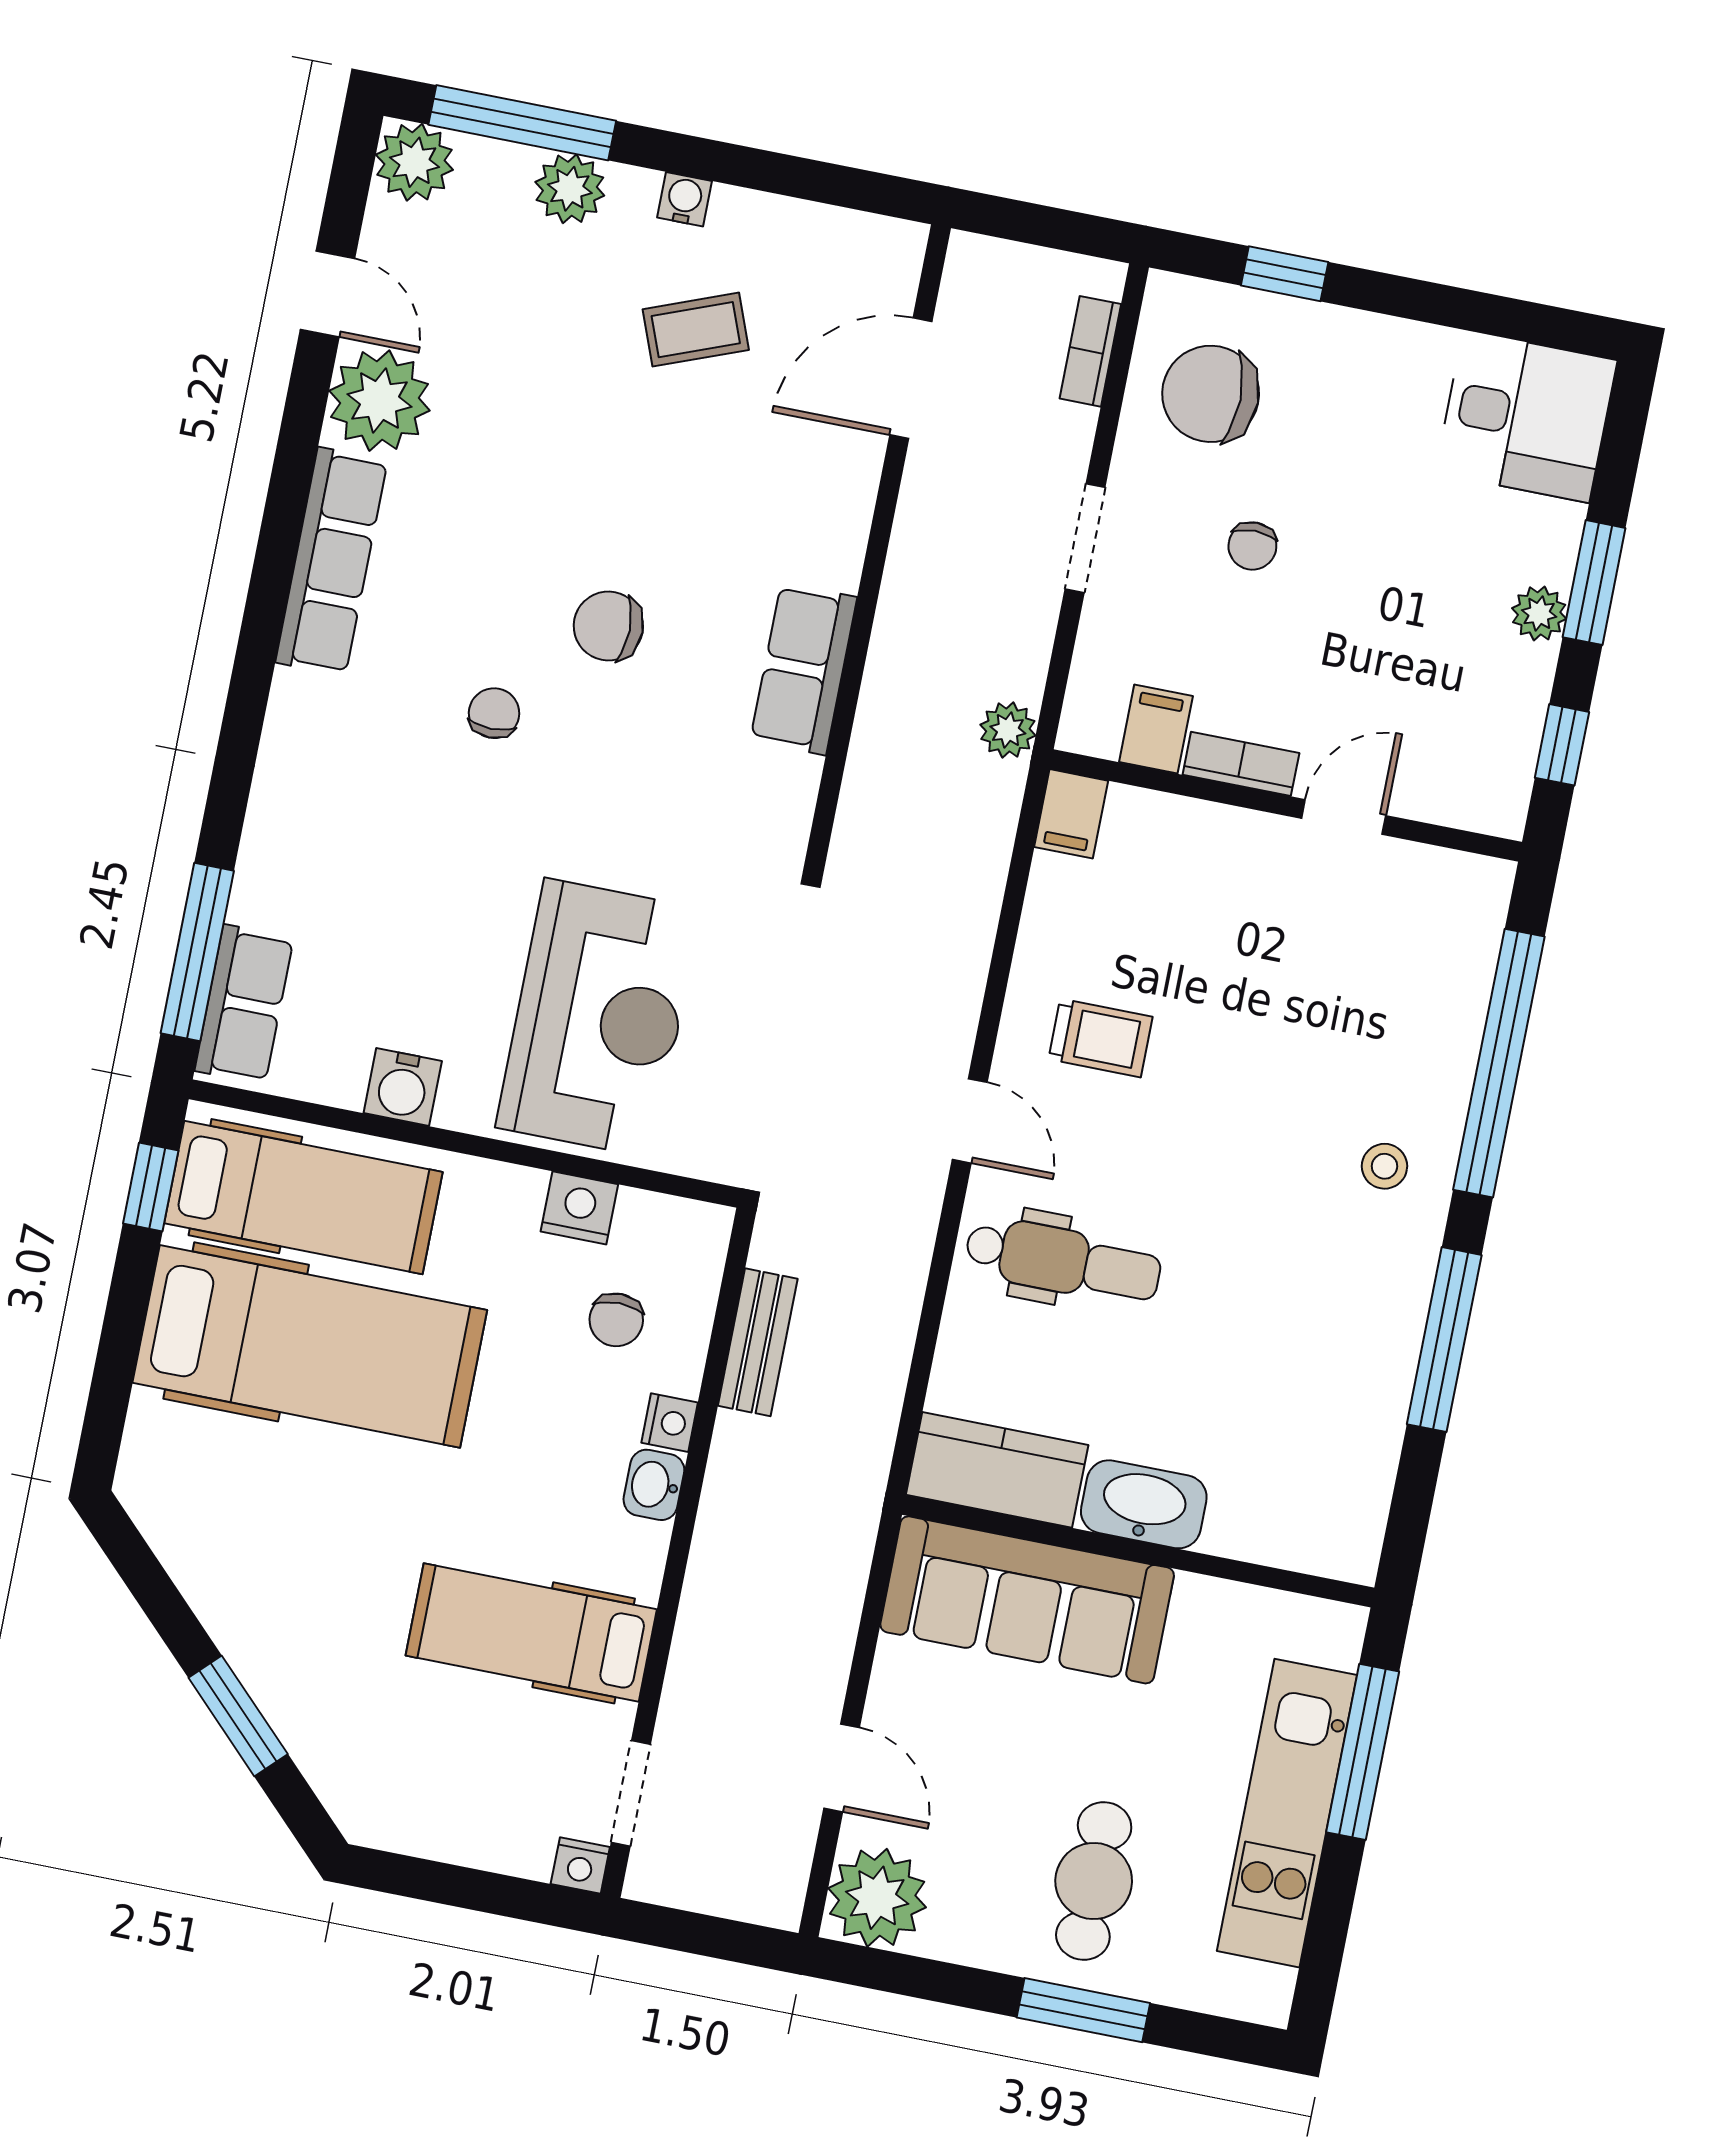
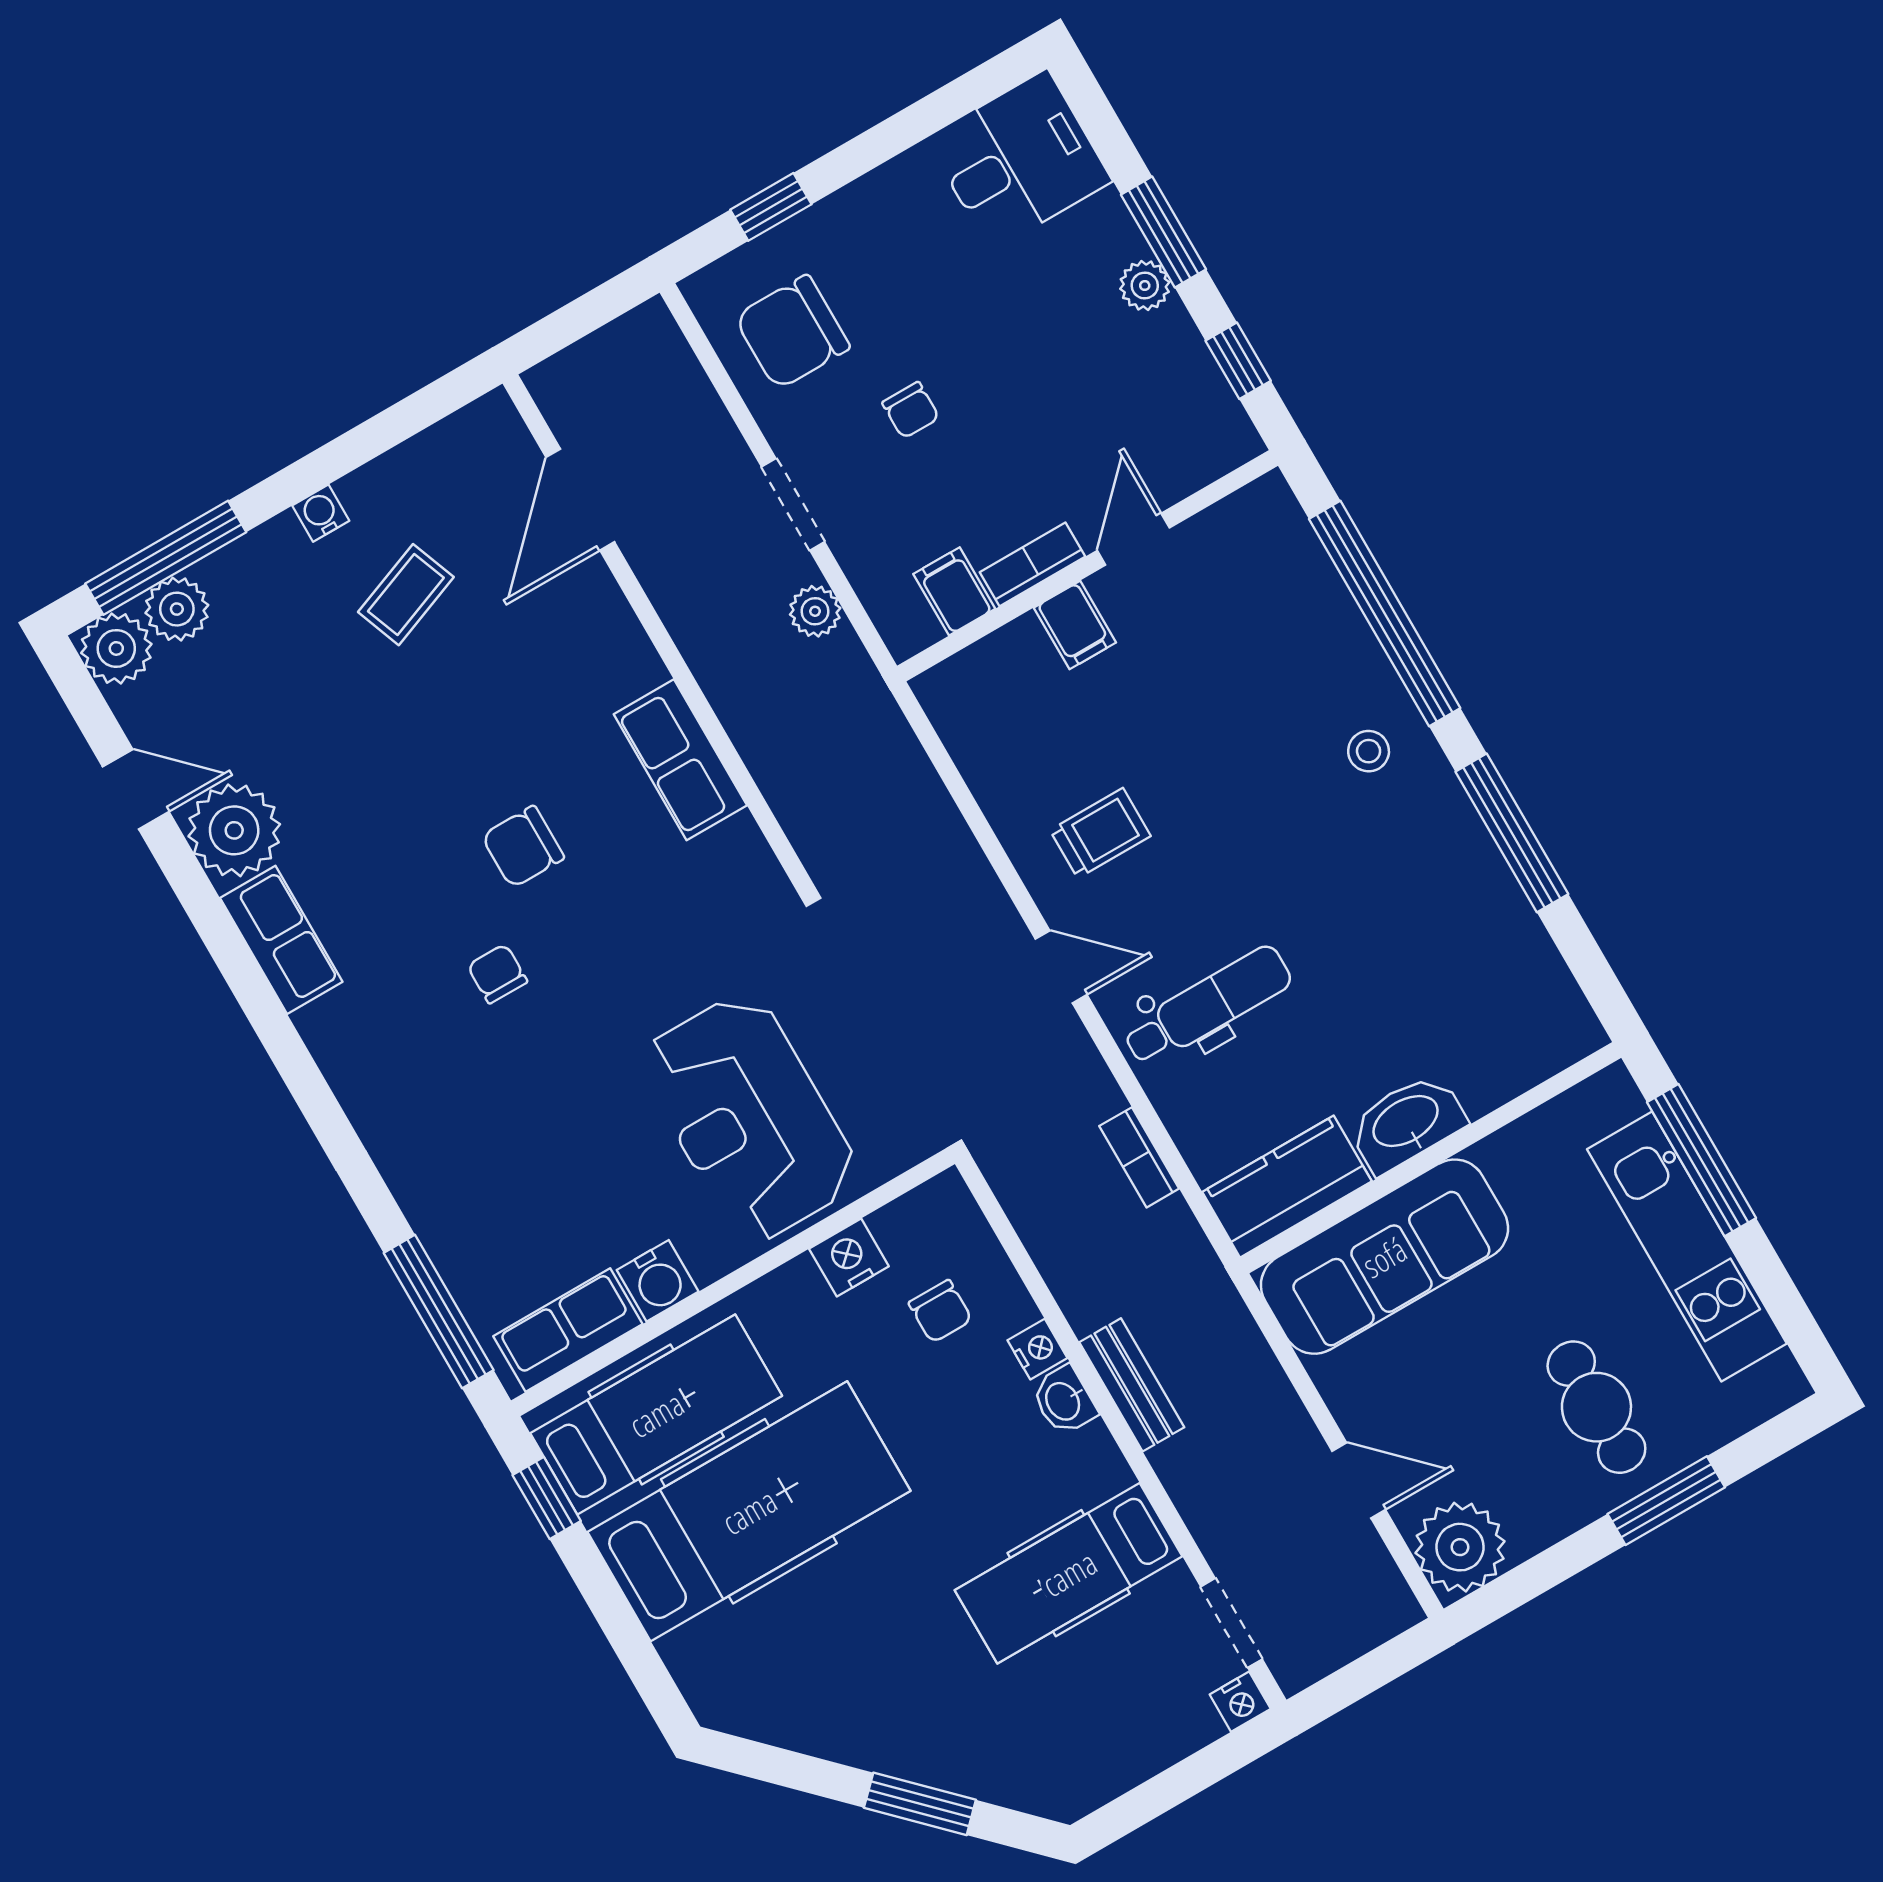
plant: (570, 189) -> (177, 609), moved
bookcase: (1090, 351) -> (1139, 1157), moved
row of seats: (332, 561) -> (281, 940), width x0.68
plant: (1008, 730) -> (815, 611), moved
filing cabinet: (1071, 814) -> (1075, 625), moved
row of seats: (244, 1004) -> (568, 1330), moved, turned -90
reception desk: (598, 1018) -> (749, 1118), turned 180
bench: (758, 1342) -> (1132, 1385), moved

